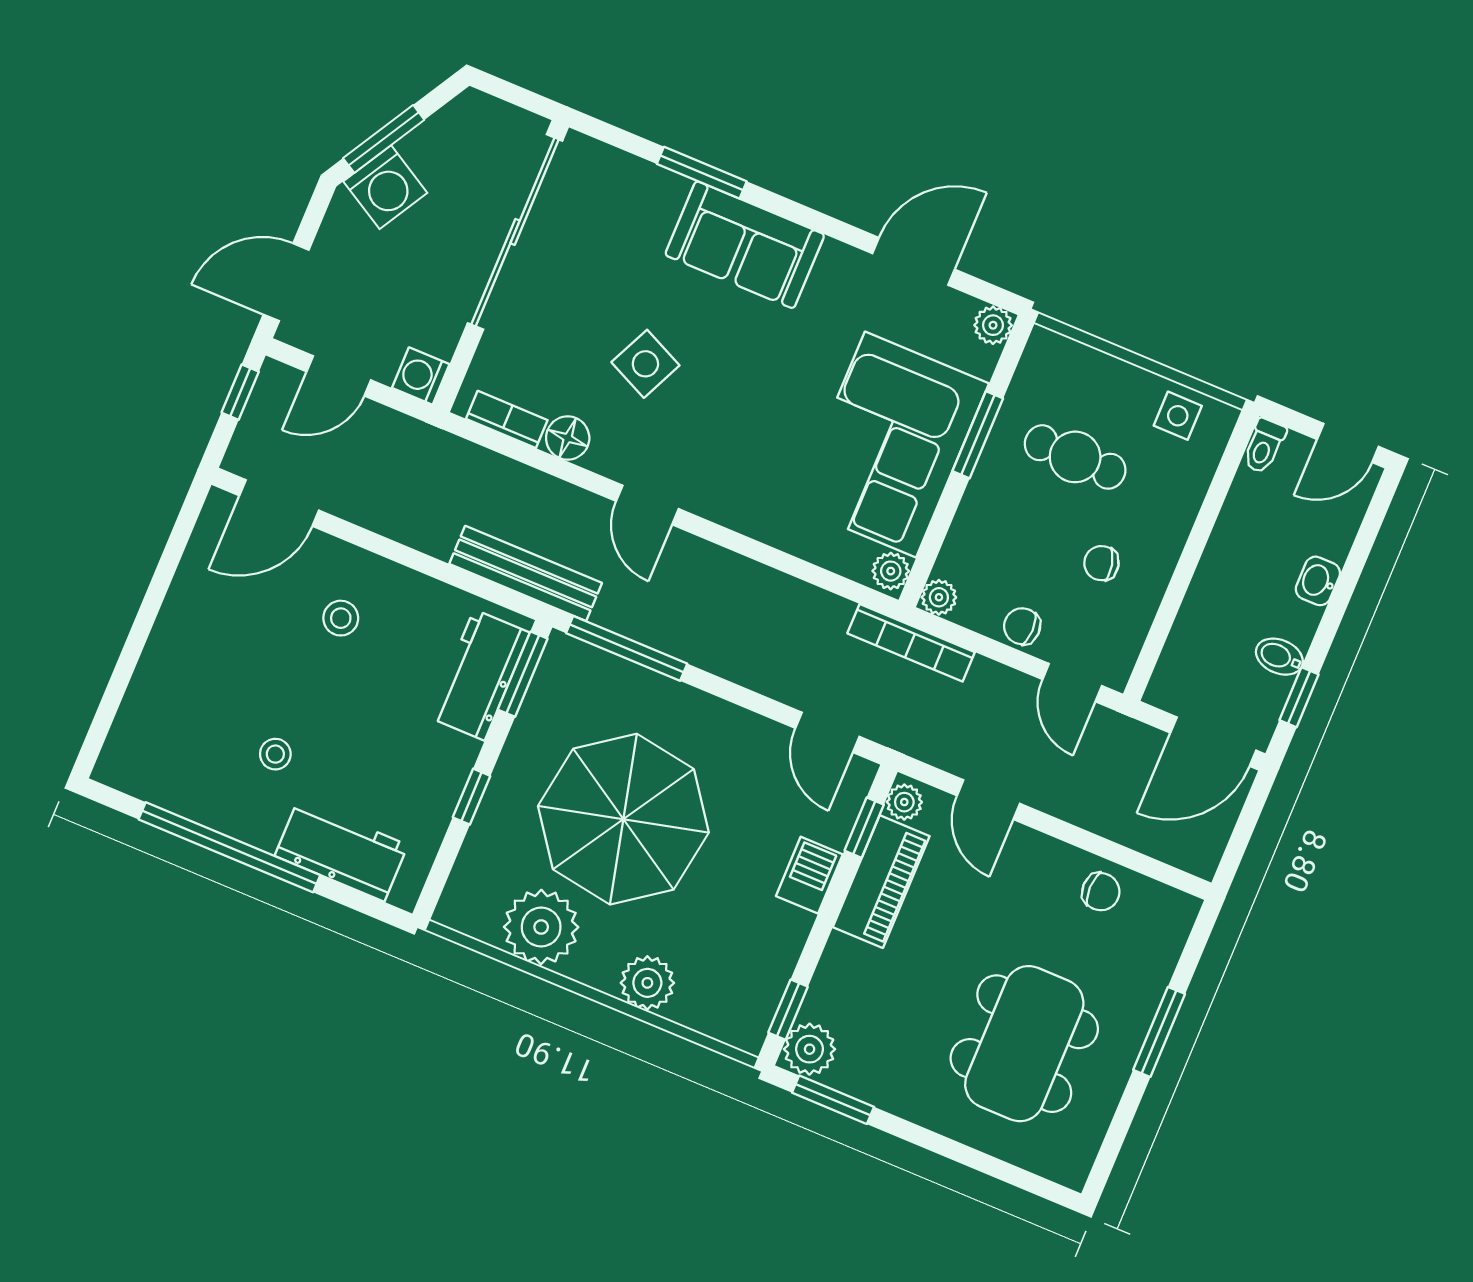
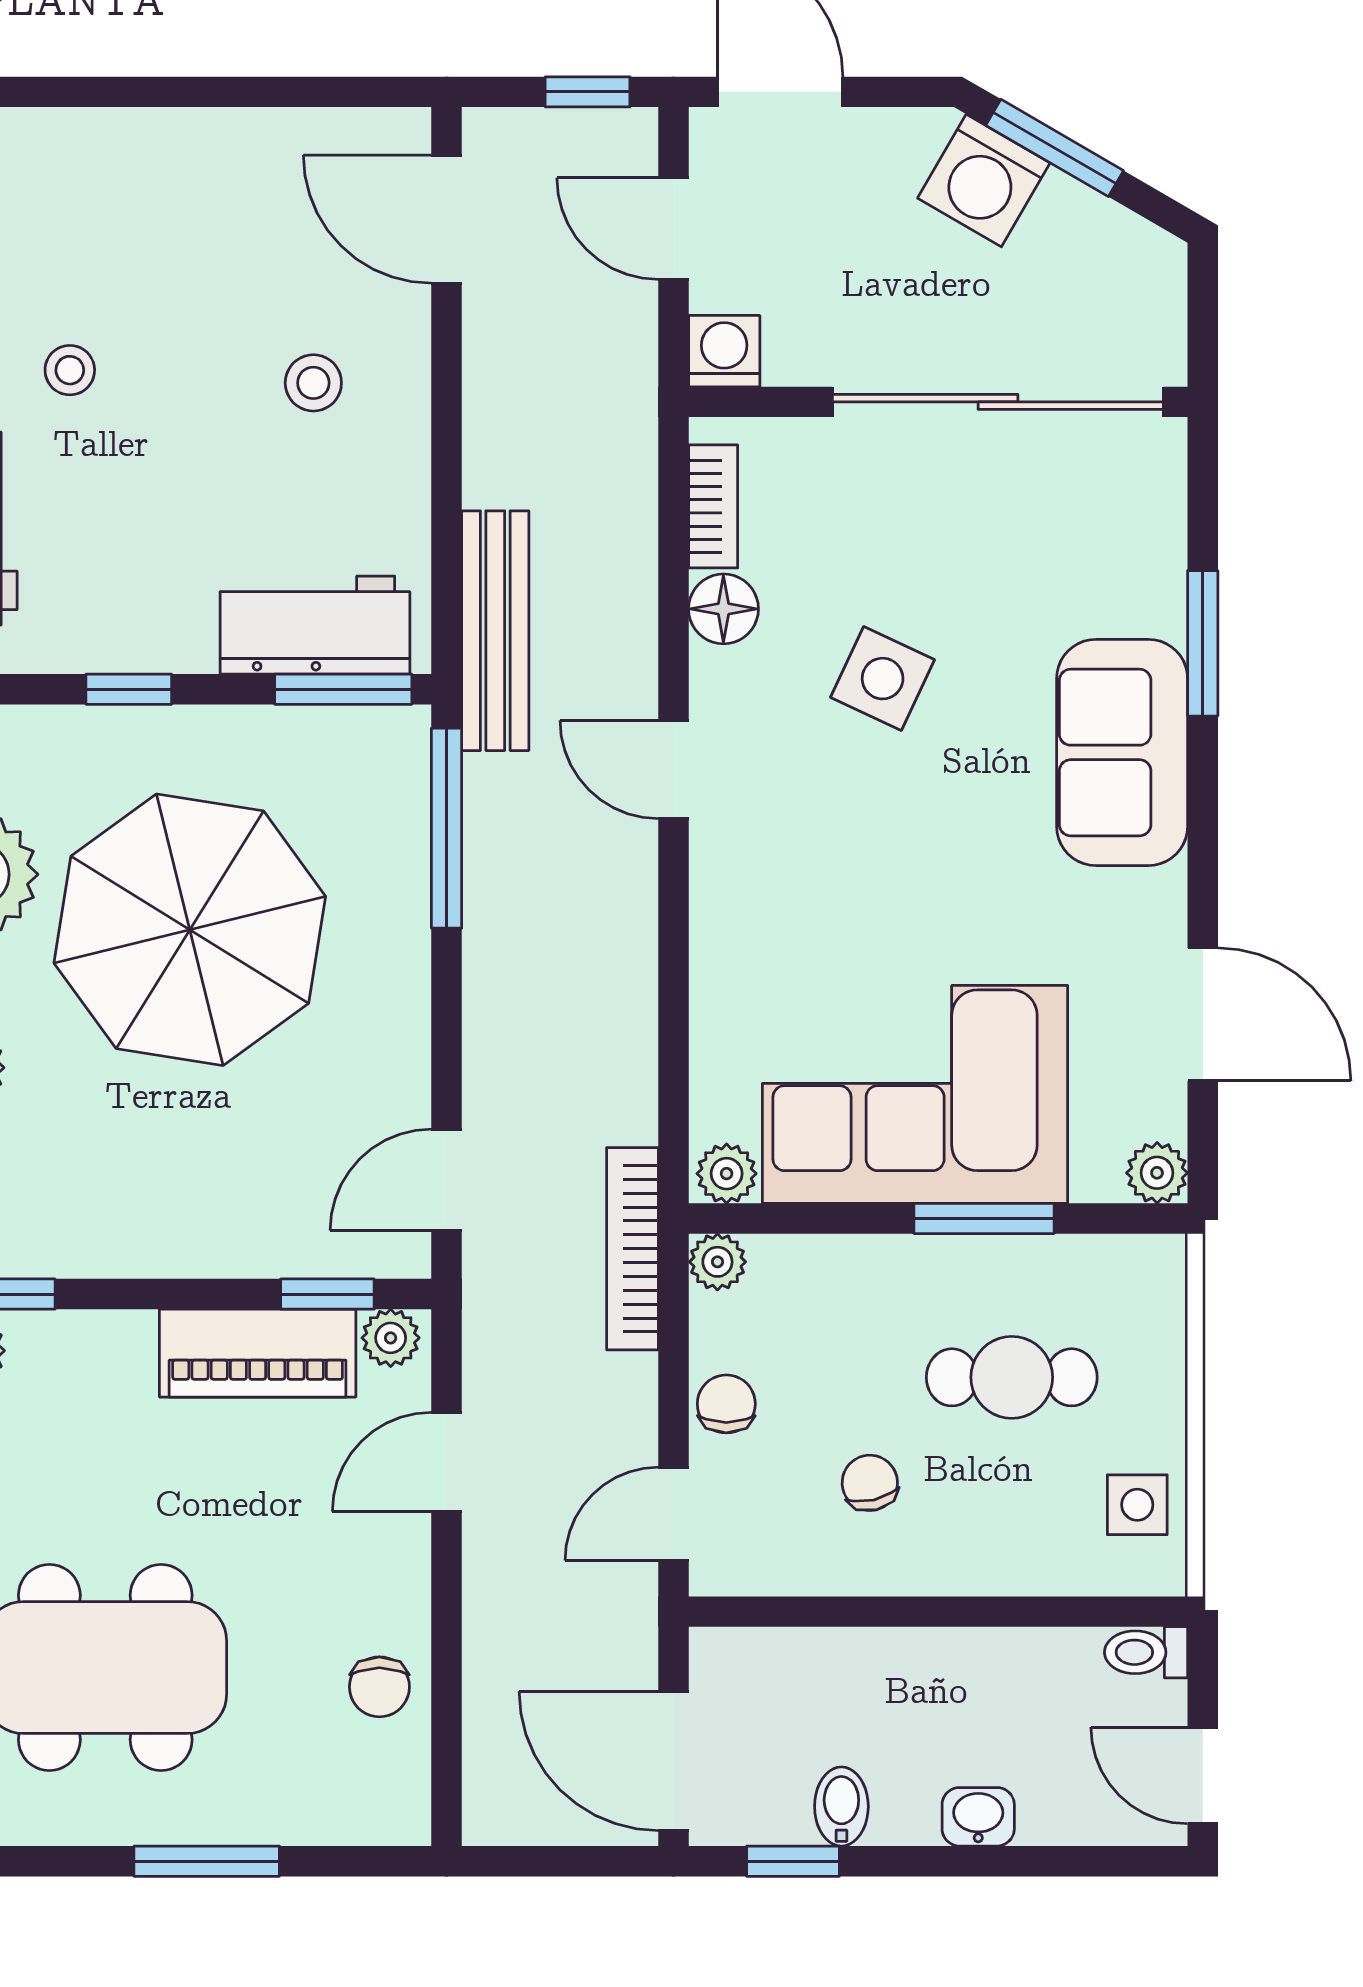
cafe table: (1075, 457) -> (1012, 1377), turned 90
door: (647, 505) -> (673, 769), hinge flipped
barbecue: (809, 875) -> (222, 1242), removed

